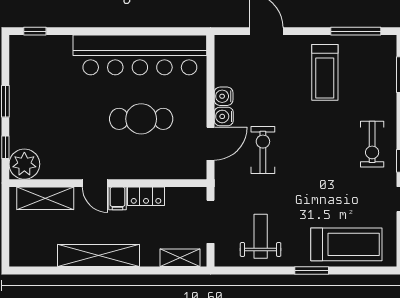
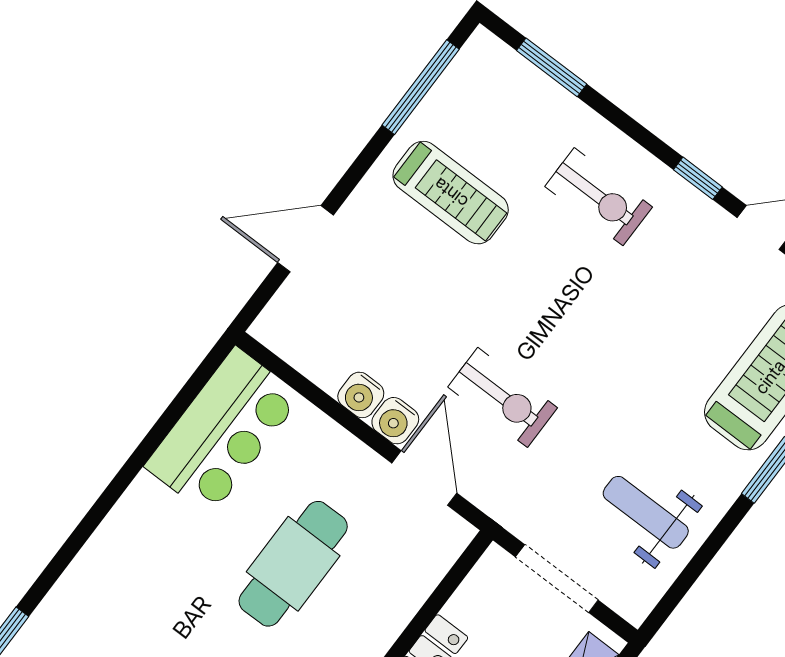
bar counter: (140, 55) -> (223, 431), width x0.54
exercise bike: (372, 144) -> (599, 197), moved
exercise bike: (263, 150) -> (503, 397), turned 180

